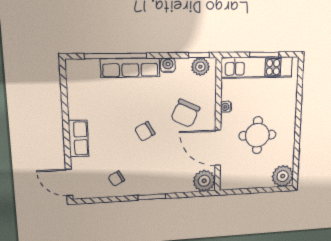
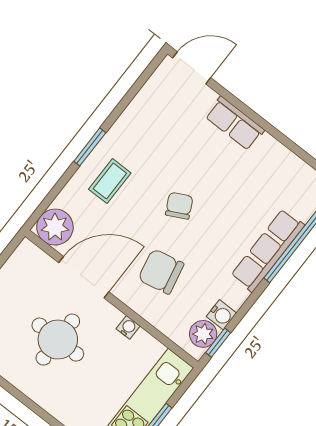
water cooler: (168, 65) -> (221, 315), moved
chair: (185, 113) -> (161, 272), turned -37
coffee table: (161, 174) -> (110, 181), added
chair: (116, 179) -> (149, 125), removed

